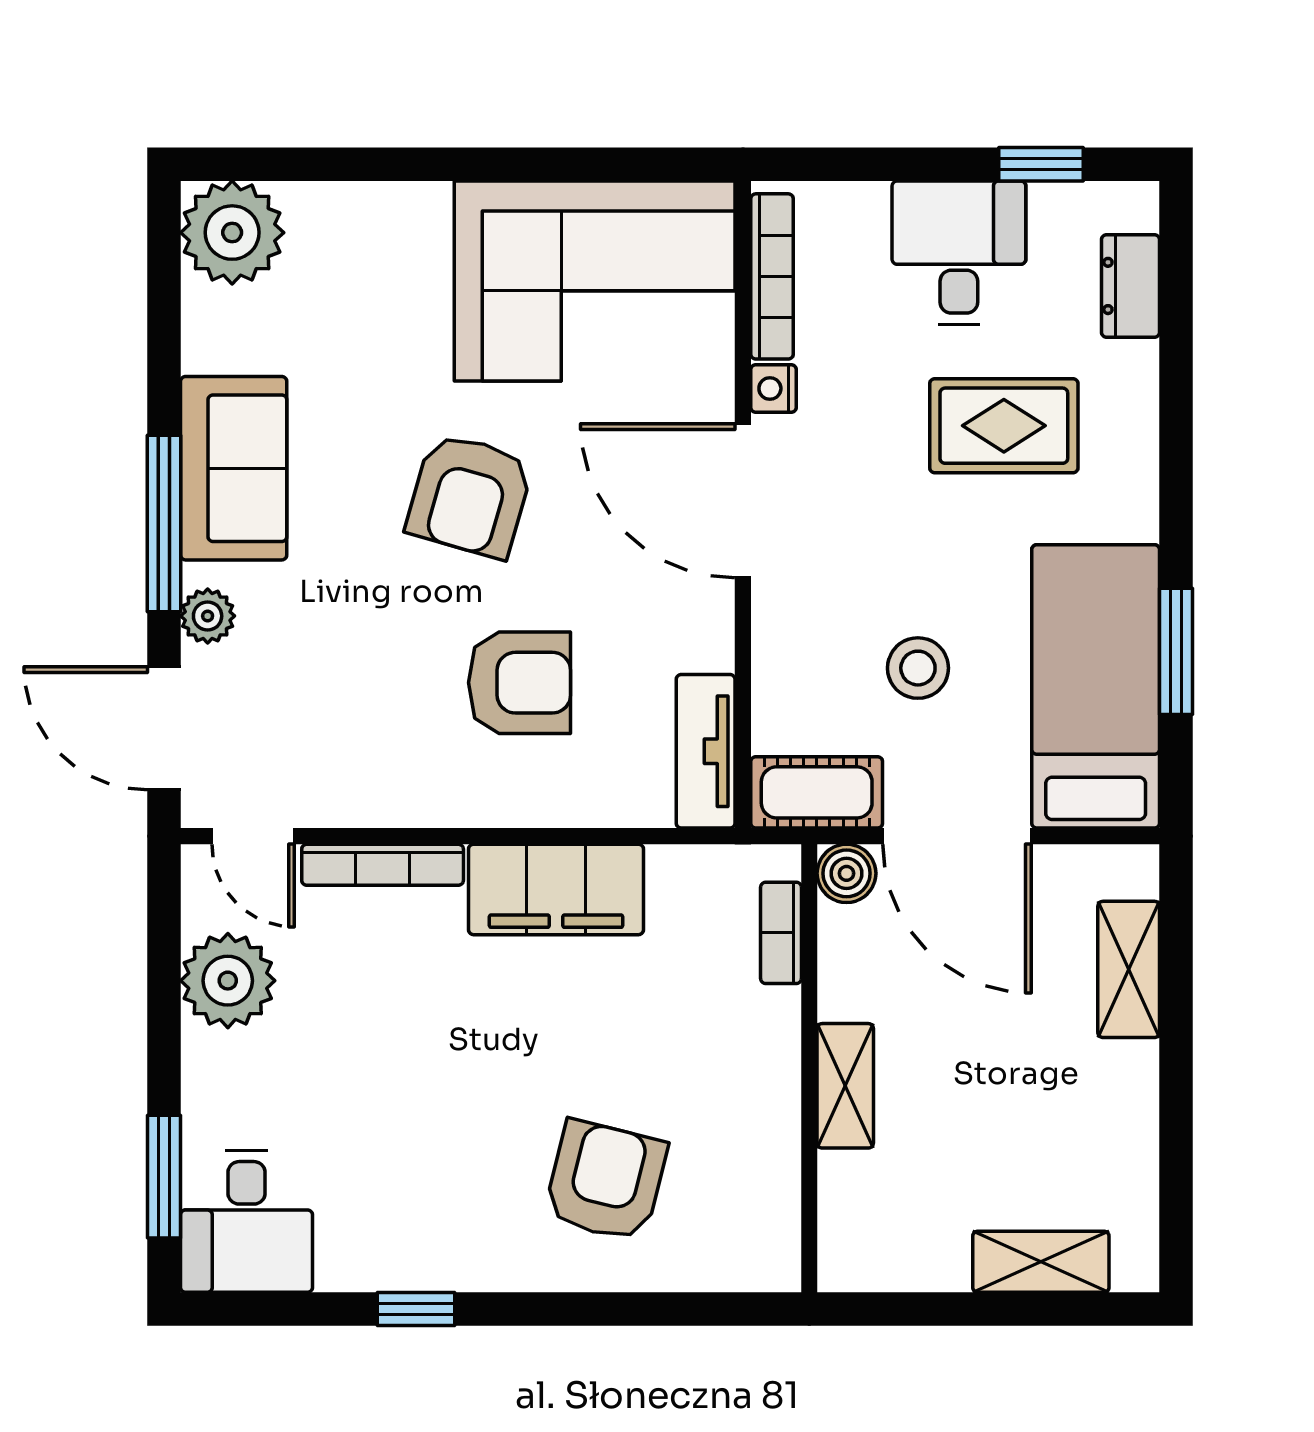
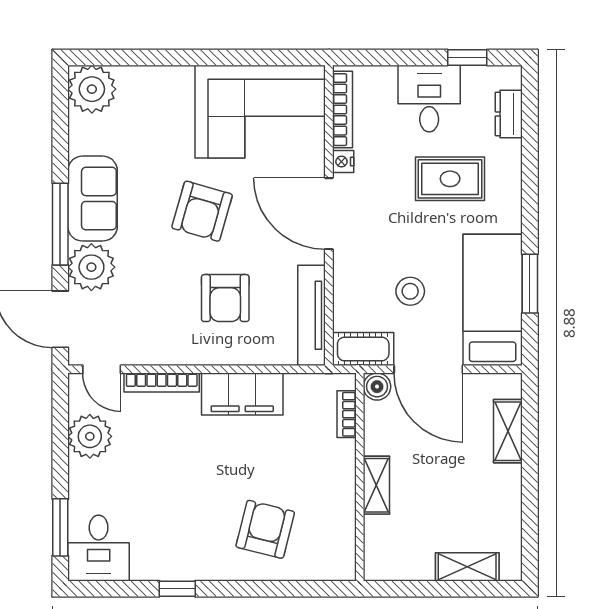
plant: (208, 616) -> (91, 267), width x1.88, depth x1.88
armchair: (520, 683) -> (225, 298), turned 90
tv unit: (706, 751) -> (312, 315), width x1.41

